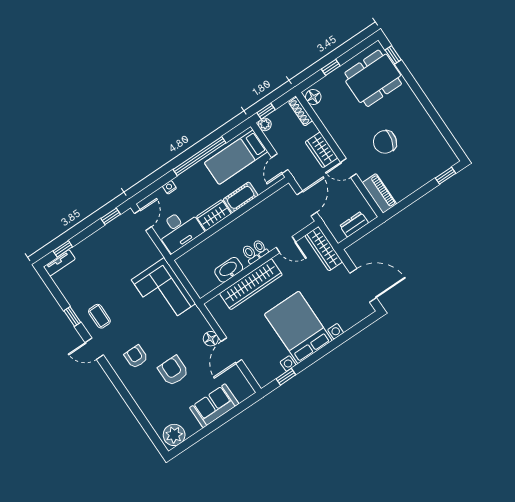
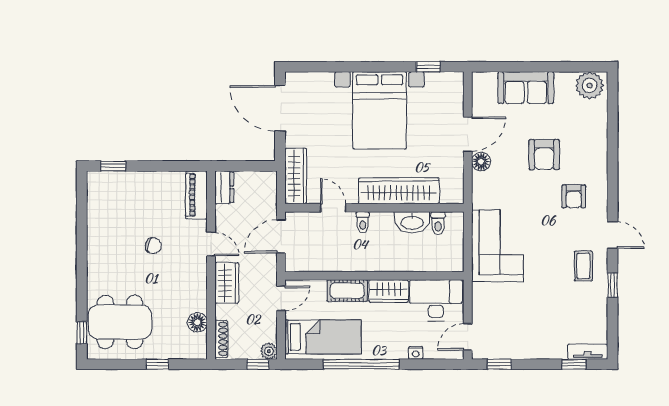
floor lamp: (313, 97) -> (197, 322), moved
chair: (385, 142) -> (153, 246), width x0.54, depth x0.54
dresser: (354, 224) -> (224, 187), moved, turned -90
toilet: (250, 254) -> (438, 223), moved

